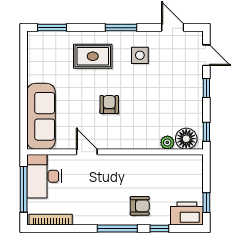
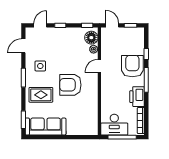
rug: (93, 56) -> (41, 95), turned 90
armchair: (109, 105) -> (70, 85), width x1.88, depth x1.88
sofa: (41, 116) -> (46, 127), moved
door: (87, 152) -> (99, 66), moved
door: (206, 173) -> (112, 25), added
armchair: (140, 206) -> (132, 66), width x1.88, depth x1.88
printer: (187, 213) -> (137, 97), moved

